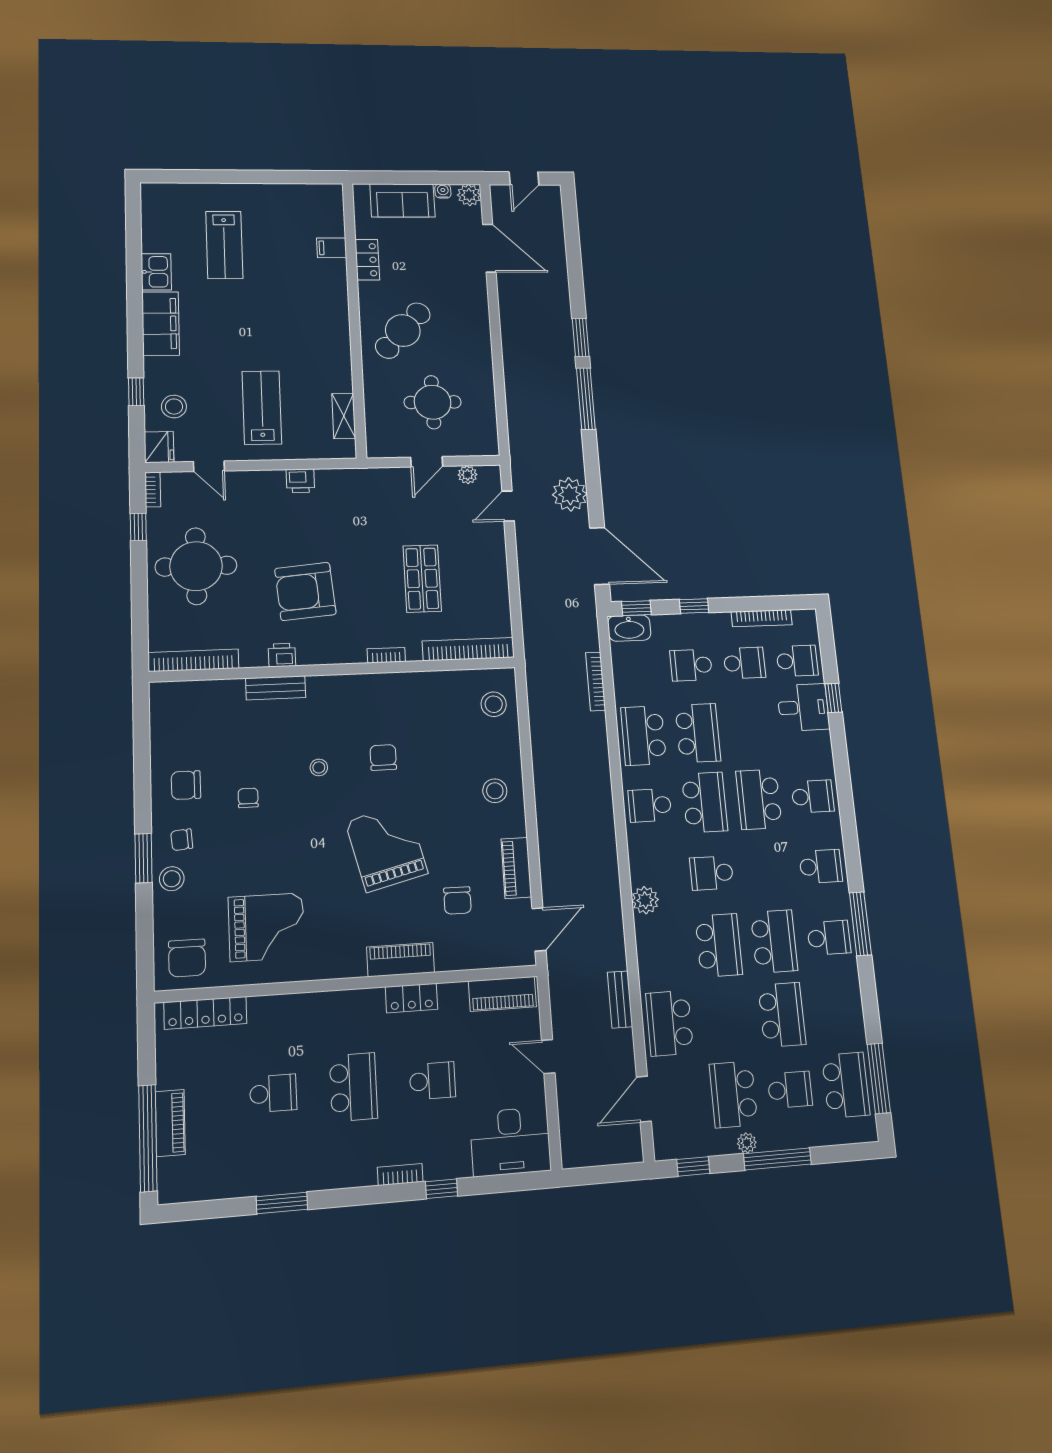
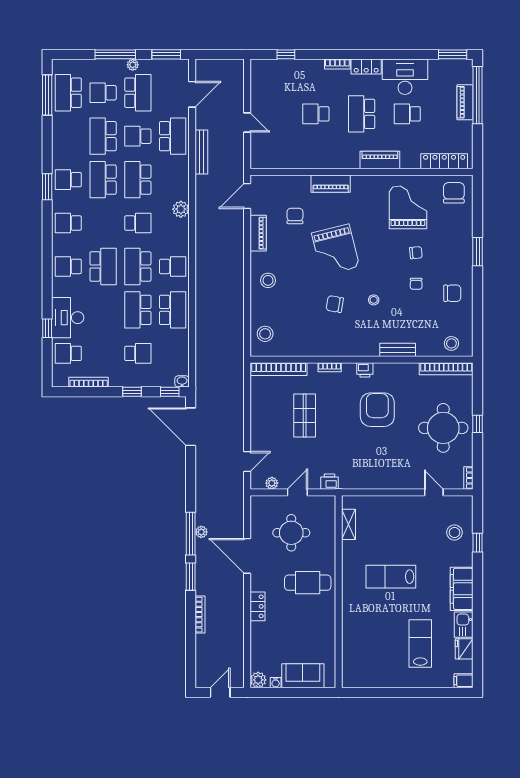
filing cabinet: (332, 248) -> (464, 681), moved, turned 180
door: (489, 248) -> (247, 556), moved
locker: (367, 260) -> (257, 606), moved, turned 180
cafe table: (403, 331) -> (308, 583), turned 48
lab bench: (262, 408) -> (391, 577), moved, turned 90
fridge: (159, 447) -> (464, 649), moved
printer: (300, 481) -> (330, 482), moved
plant: (570, 494) -> (201, 532), moved, width x0.53, depth x0.53
window: (138, 527) -> (478, 424), moved
armchair: (305, 591) -> (377, 410), turned -85
washbasin: (629, 628) -> (182, 381), width x0.52, depth x0.69
printer: (282, 655) -> (365, 370), moved
school desk: (744, 663) -> (138, 136), moved
bookcase: (596, 681) -> (200, 615), moved
desk: (803, 707) -> (68, 318), width x1.37
chair: (383, 757) -> (335, 304), turned 100
chair: (182, 840) -> (416, 253), moved
stool: (172, 879) -> (451, 343), moved
window: (860, 924) -> (47, 187), width x0.69
grand piano: (266, 927) -> (408, 207), turned 90
piano: (502, 994) -> (380, 160), moved
locker: (411, 998) -> (366, 67), moved, turned 180
bench: (620, 999) -> (201, 152), width x1.36
desk: (510, 1142) -> (405, 77), moved
window: (693, 1166) -> (166, 54), width x1.50
window: (442, 1189) -> (286, 54), moved
window: (282, 1203) -> (453, 54), moved

